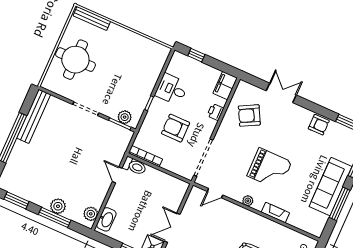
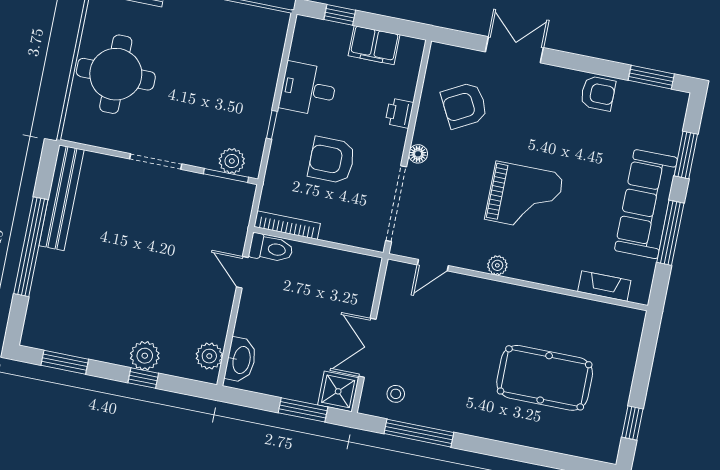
filing cabinet: (225, 86) -> (374, 45), moved, turned -90
floor lamp: (220, 135) -> (418, 154), added
fireplace: (275, 213) -> (604, 286), moved
window: (55, 217) -> (143, 378), width x0.46

